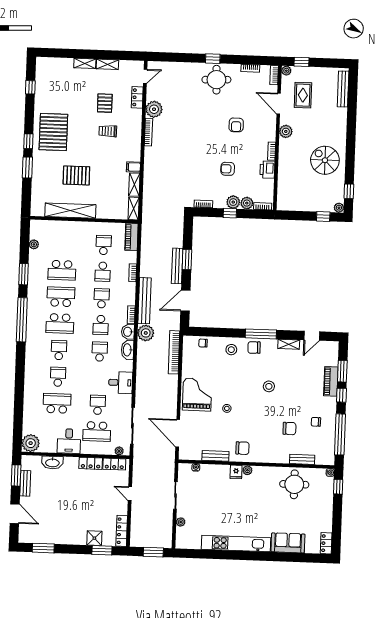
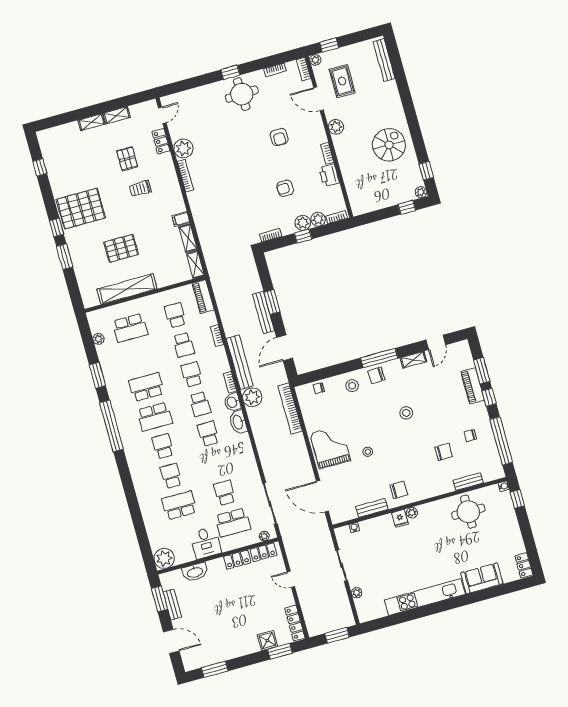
pallet: (53, 132) -> (81, 209), turned 90
spiral stairs: (325, 160) -> (389, 145), turned 90
school desk: (62, 270) -> (130, 328), moved
desk: (121, 383) -> (242, 461), removed

